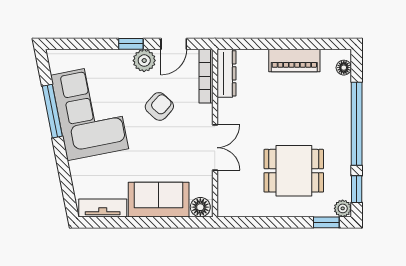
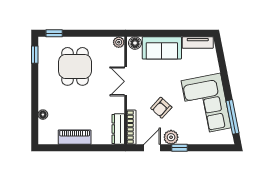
floor lamp: (344, 68) -> (43, 115), moved
window: (52, 111) -> (232, 117), moved
window: (357, 124) -> (35, 97), removed
dining table: (294, 171) -> (75, 66), turned 90
plant: (343, 208) -> (119, 42), moved

